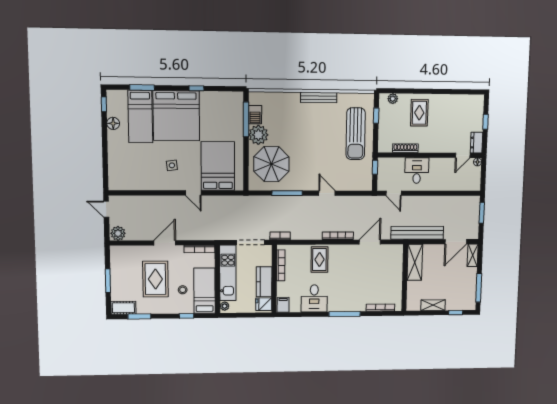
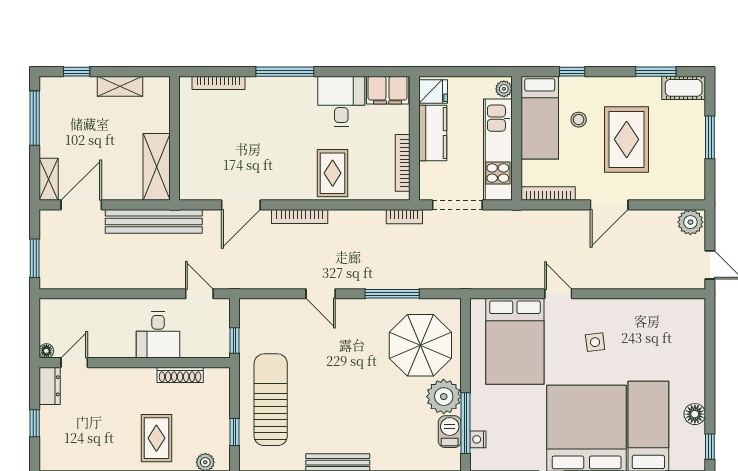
nightstand: (239, 110) -> (478, 439), added
filing cabinet: (283, 305) -> (388, 90), width x2.00

